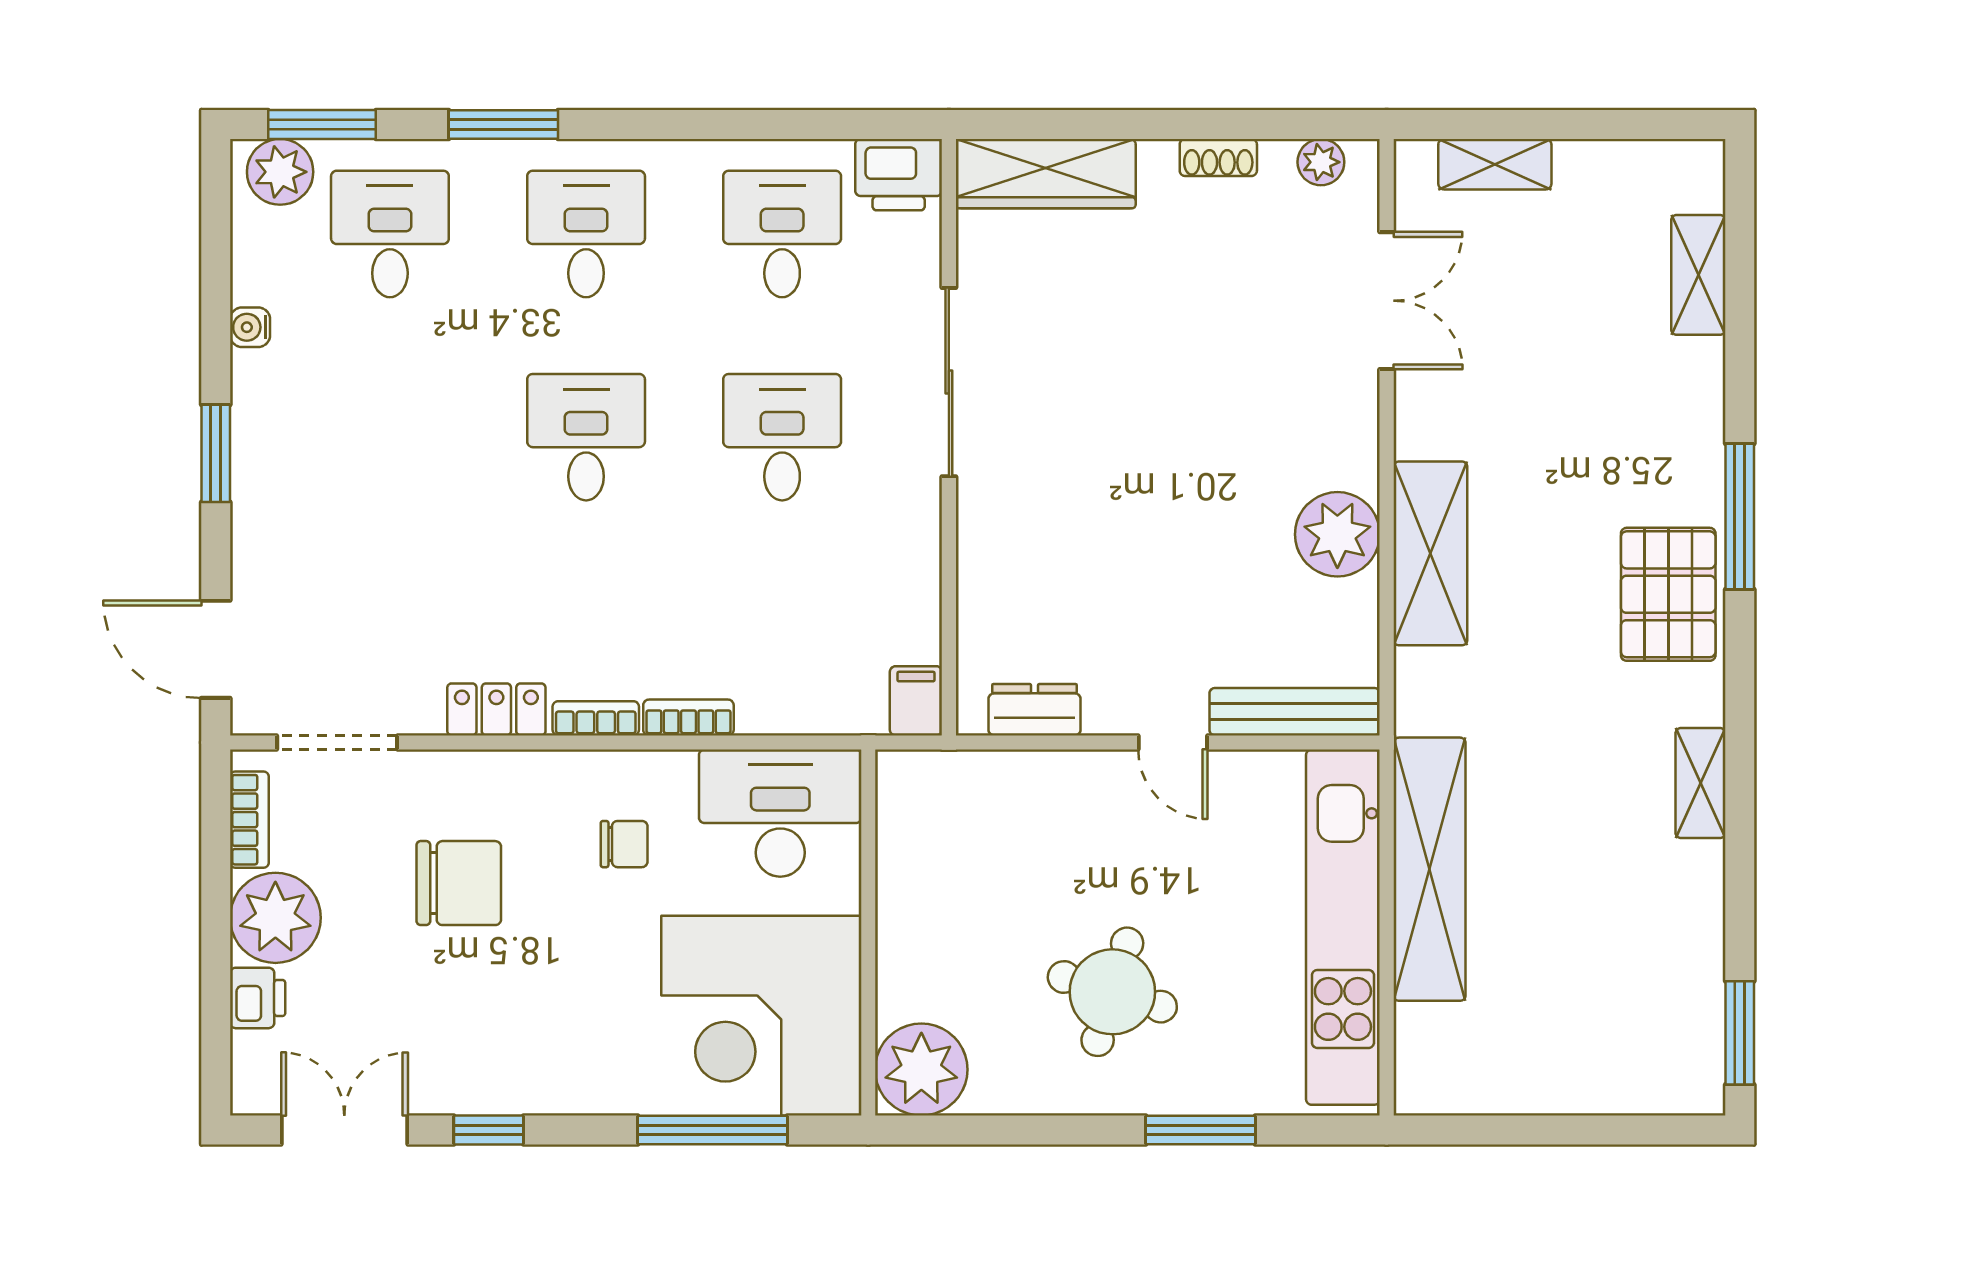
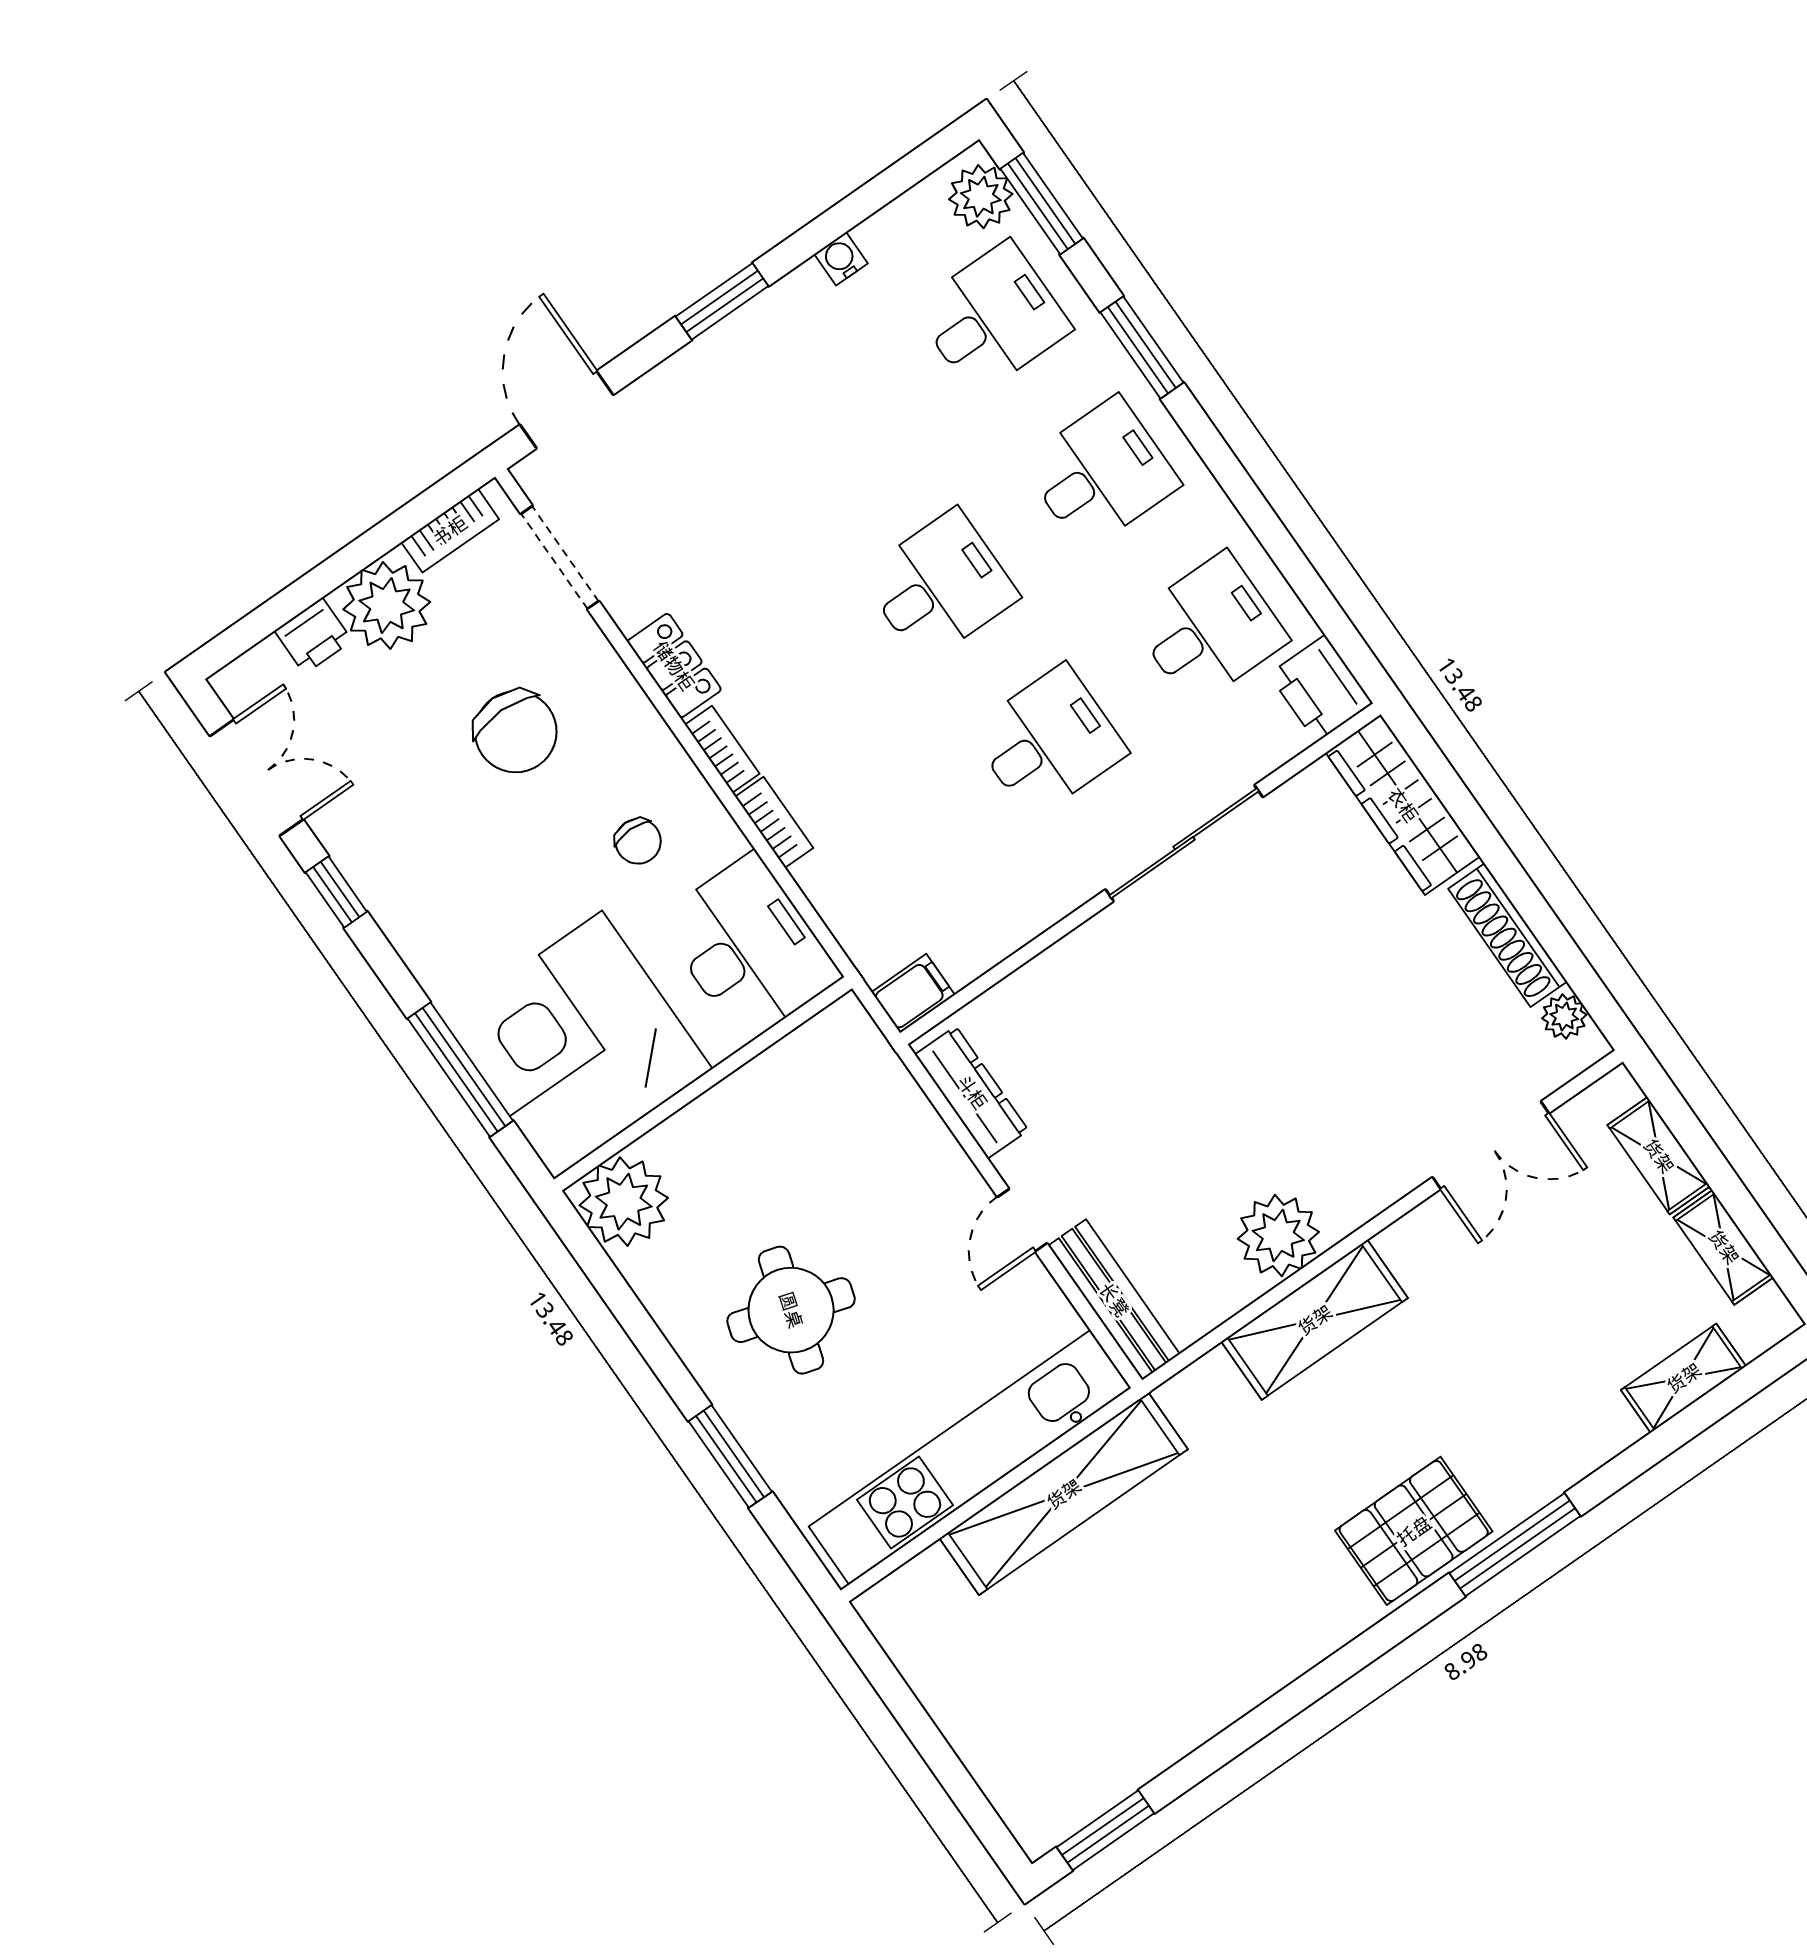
shoe rack: (1218, 157) -> (1508, 935), width x1.94, depth x1.24
dresser: (1035, 710) -> (972, 1092), width x1.44
shelving: (1700, 783) -> (1724, 1247), moved, turned 90

